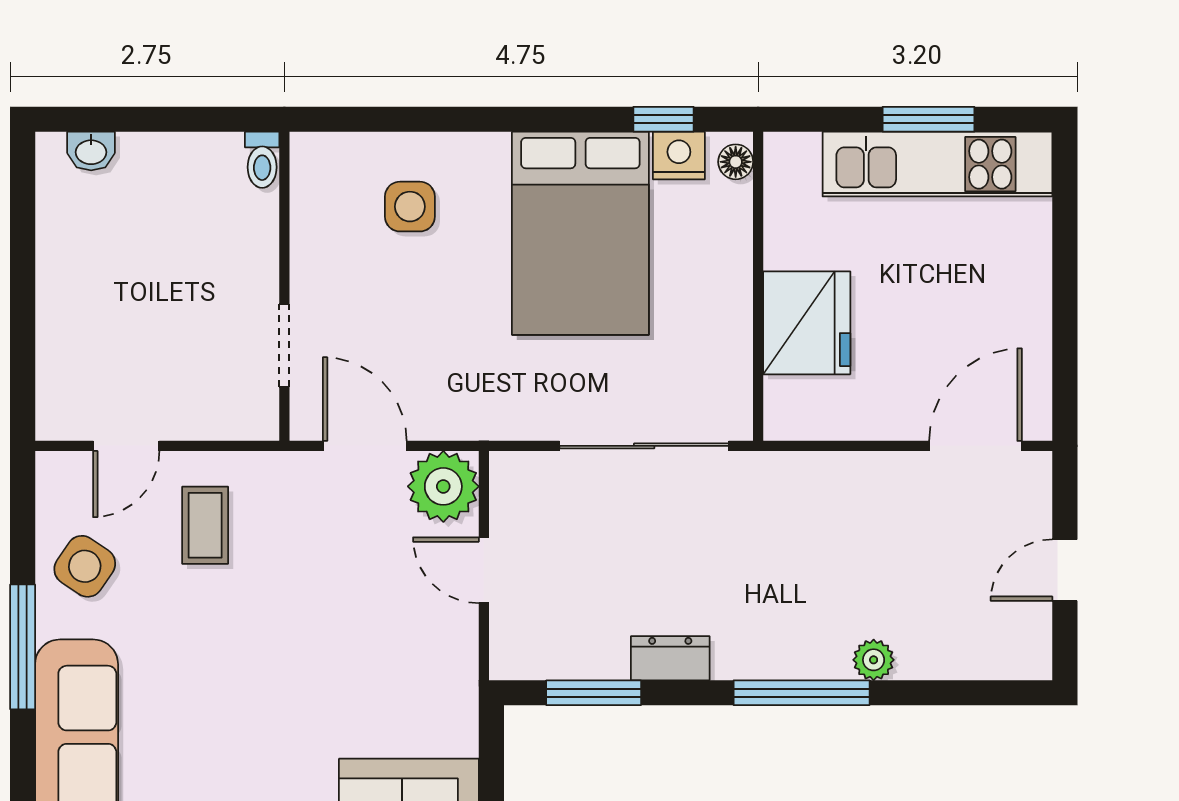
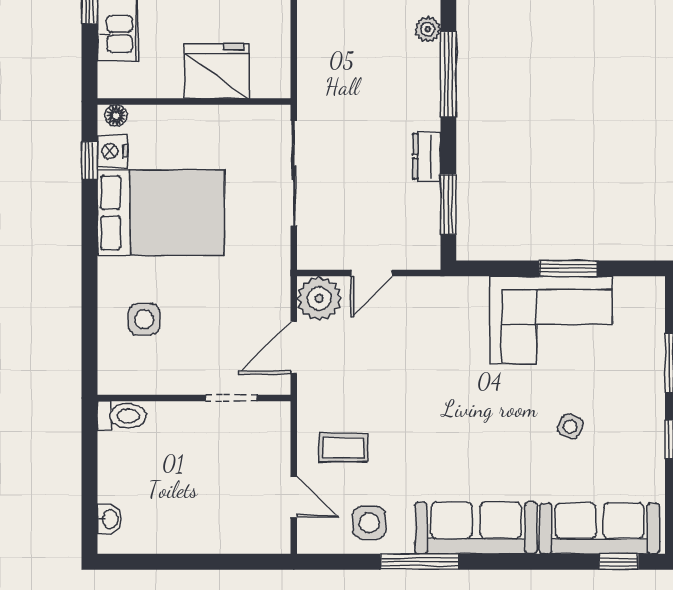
toilet: (262, 160) -> (122, 416), width x1.37, depth x1.39
side table: (85, 566) -> (369, 523), turned -34

